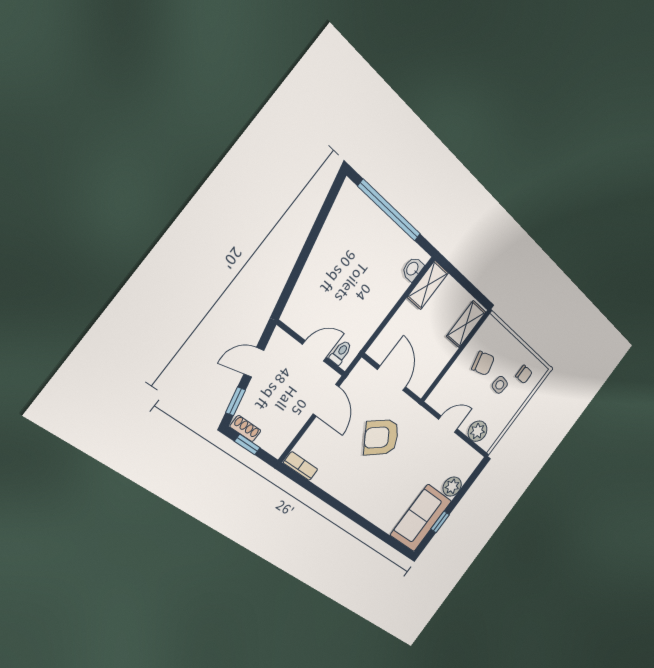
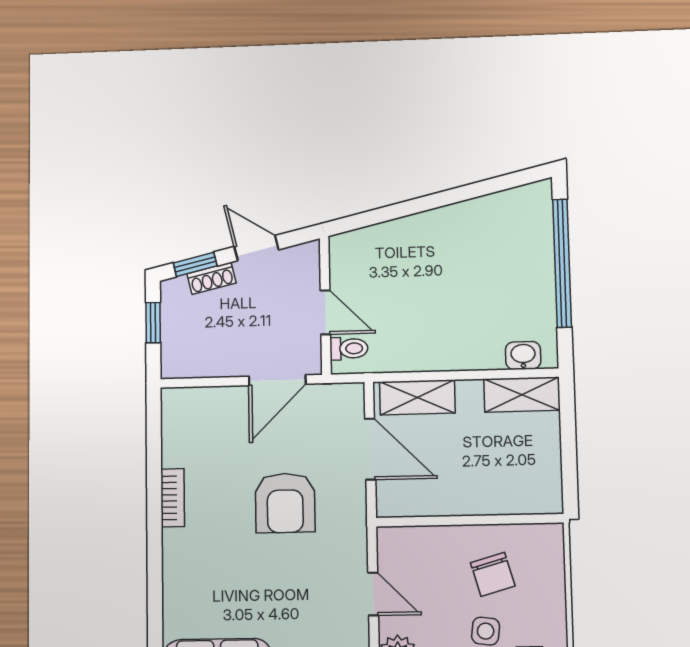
shelving: (466, 324) -> (417, 397), moved
door: (392, 378) -> (370, 449), hinge flipped
shoe rack: (245, 429) -> (212, 278), moved, turned 77
armchair: (381, 437) -> (285, 503), turned -144
bookcase: (301, 466) -> (173, 498), moved

